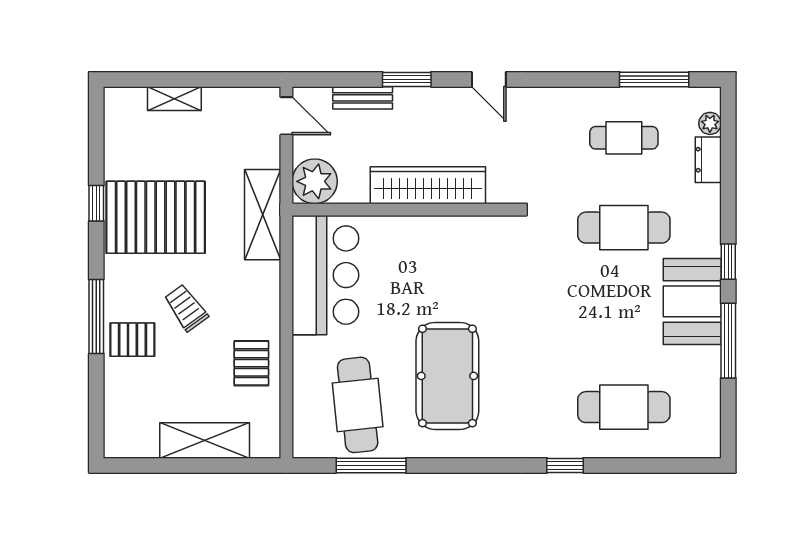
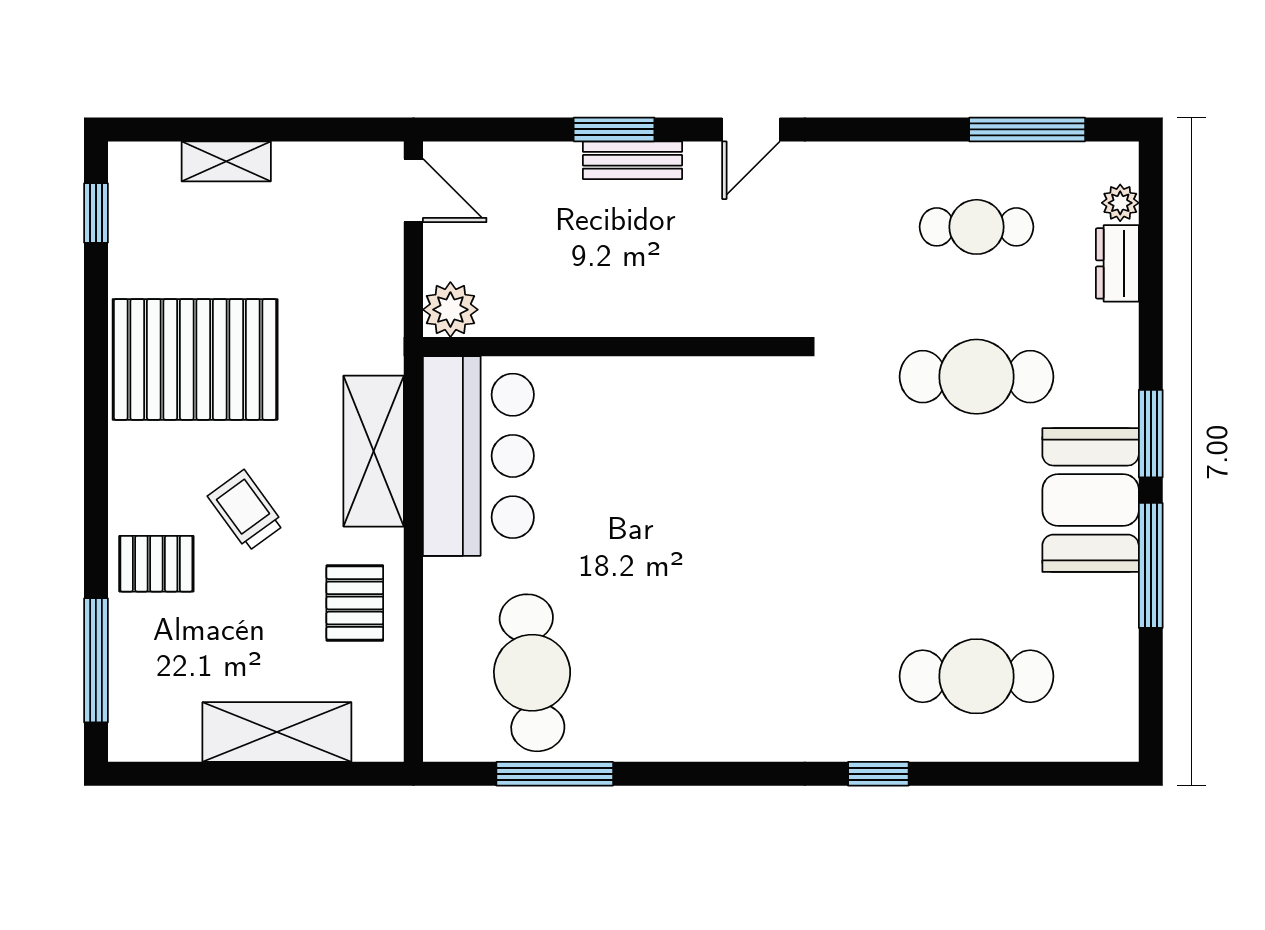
door: (489, 79) -> (751, 129), hinge flipped
bench: (363, 98) -> (632, 160), moved
plant: (315, 181) -> (450, 310), width x0.73, depth x0.73
wardrobe: (428, 185) -> (649, 306), removed
window: (96, 203) -> (96, 213), moved
shelving: (263, 215) -> (374, 451), moved
window: (728, 262) -> (1151, 434), width x1.50
window: (96, 317) -> (96, 660), moved
pool table: (447, 376) -> (682, 624), removed

